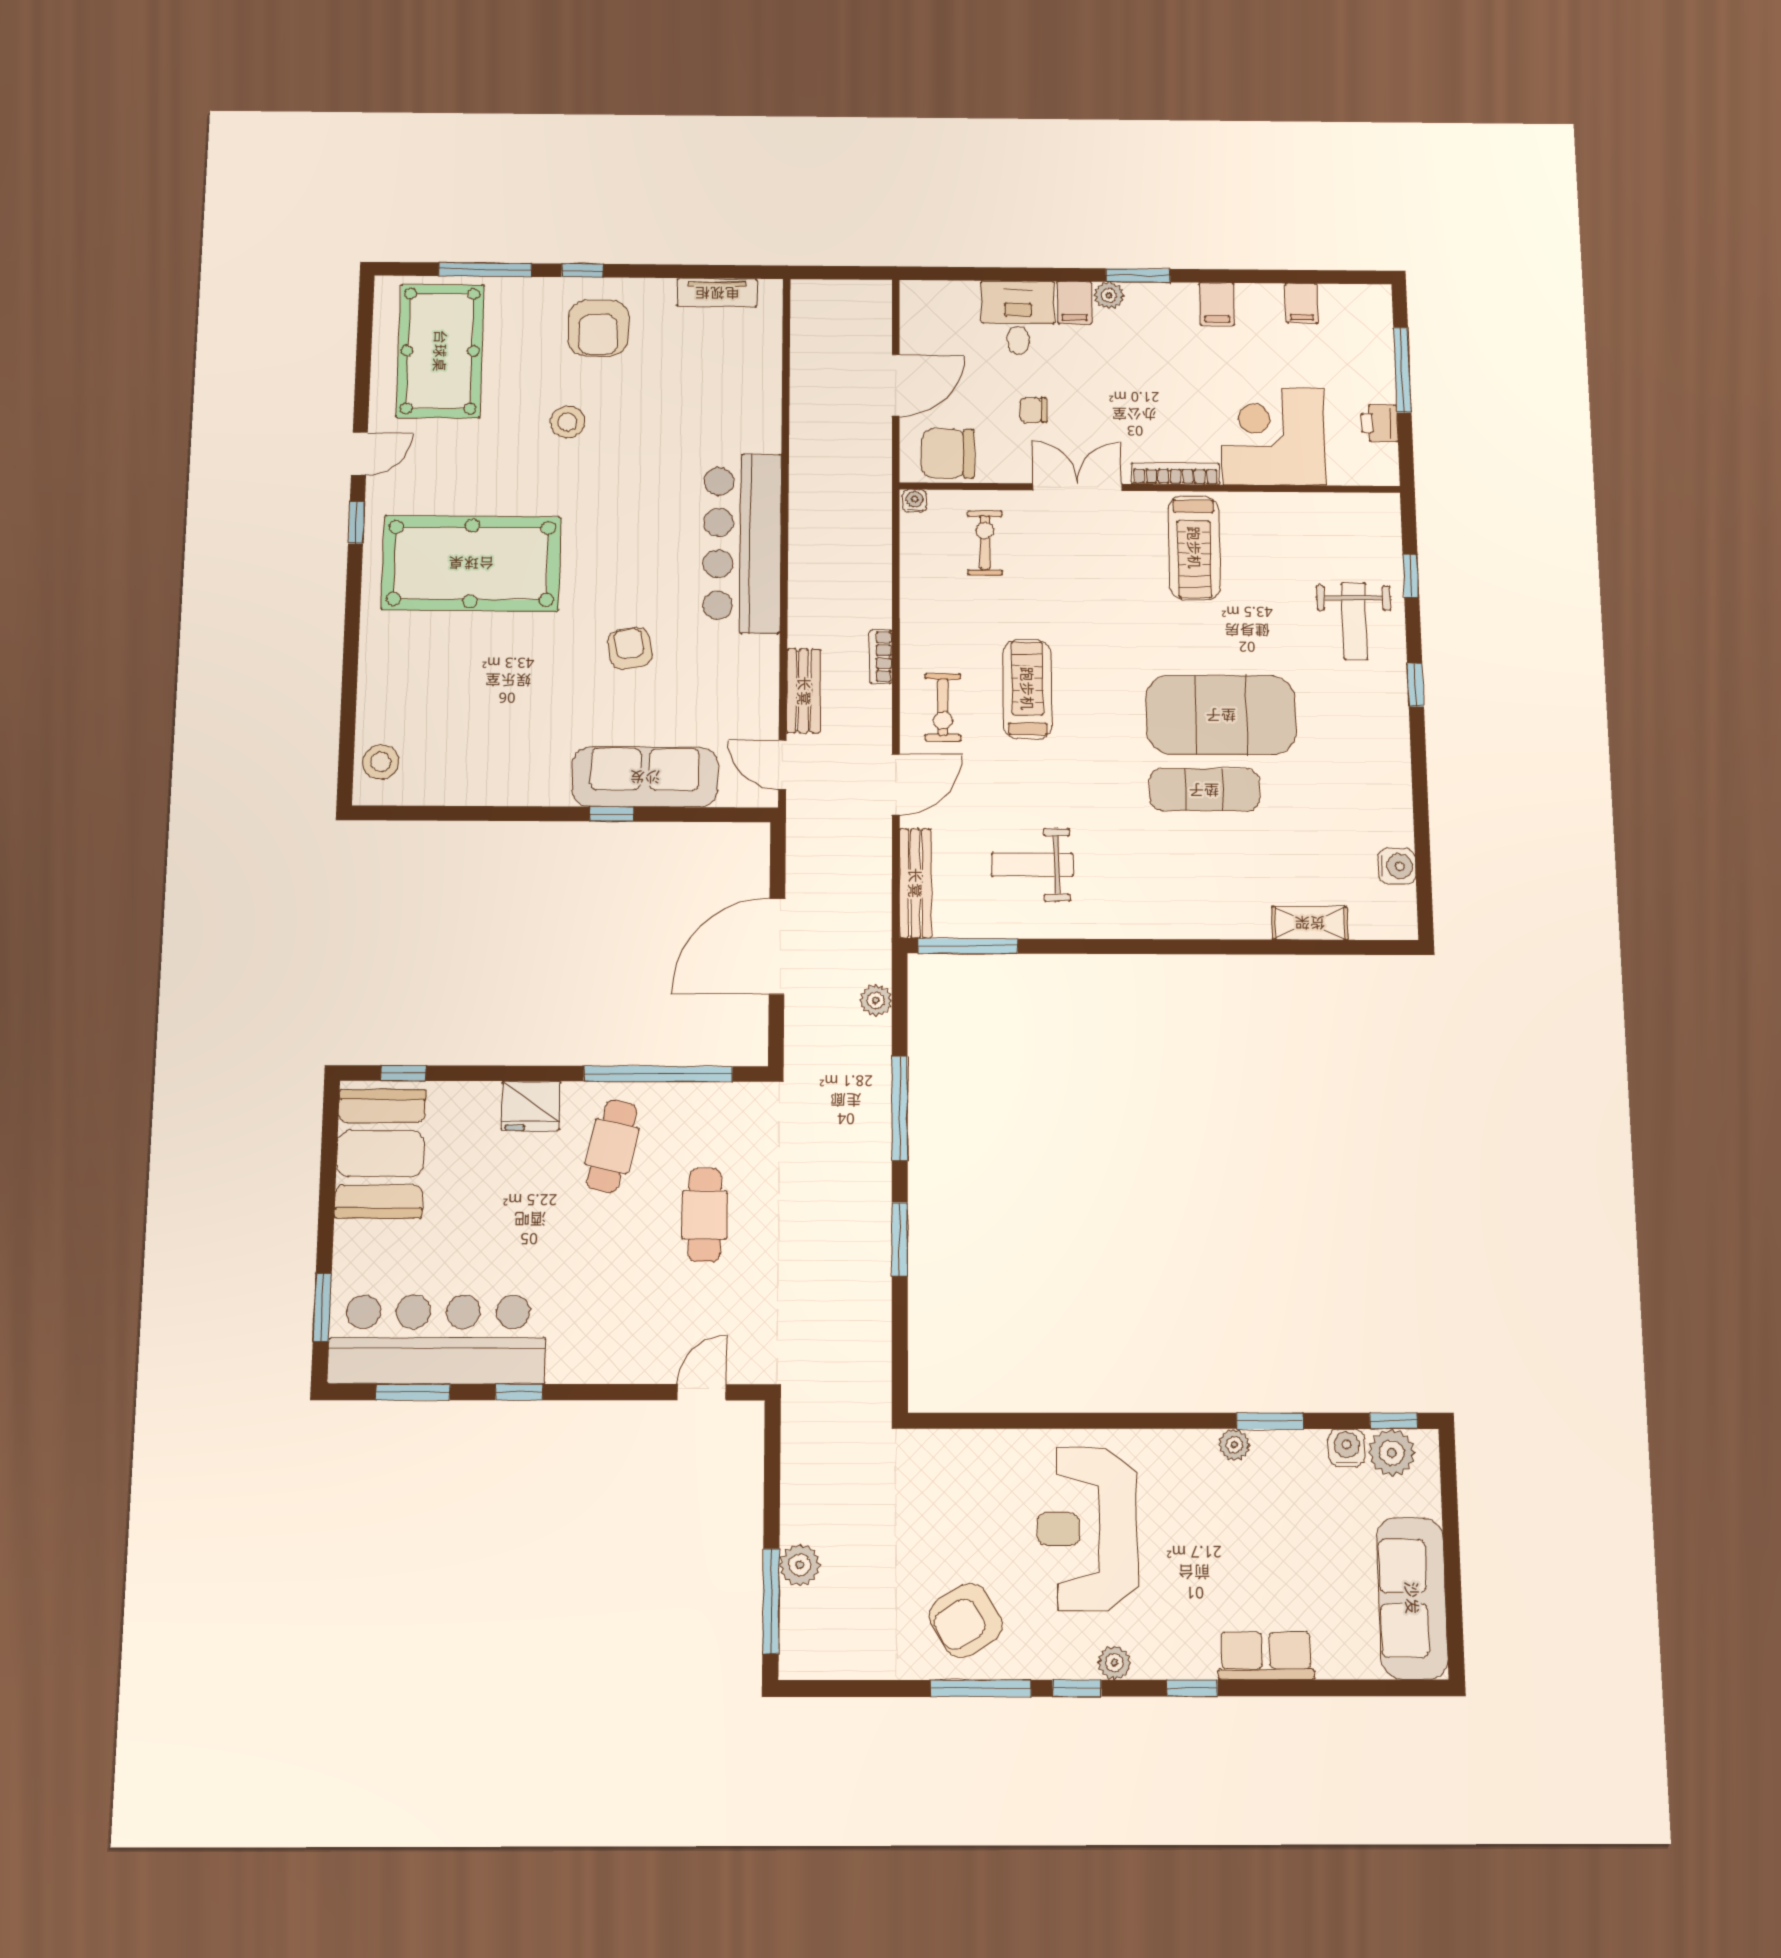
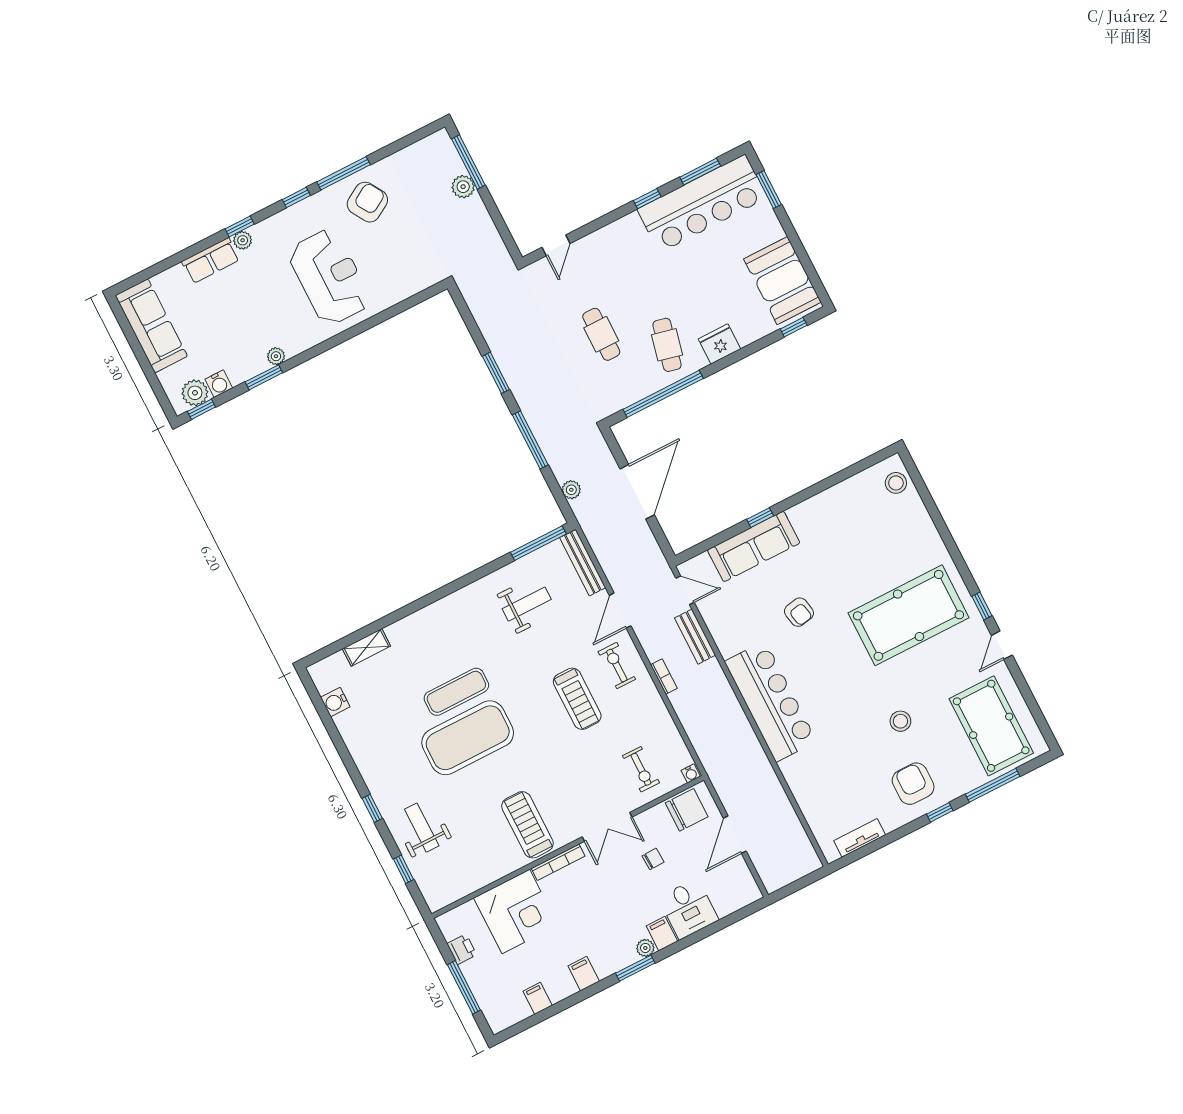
plant: (1114, 1663) -> (243, 240), moved

